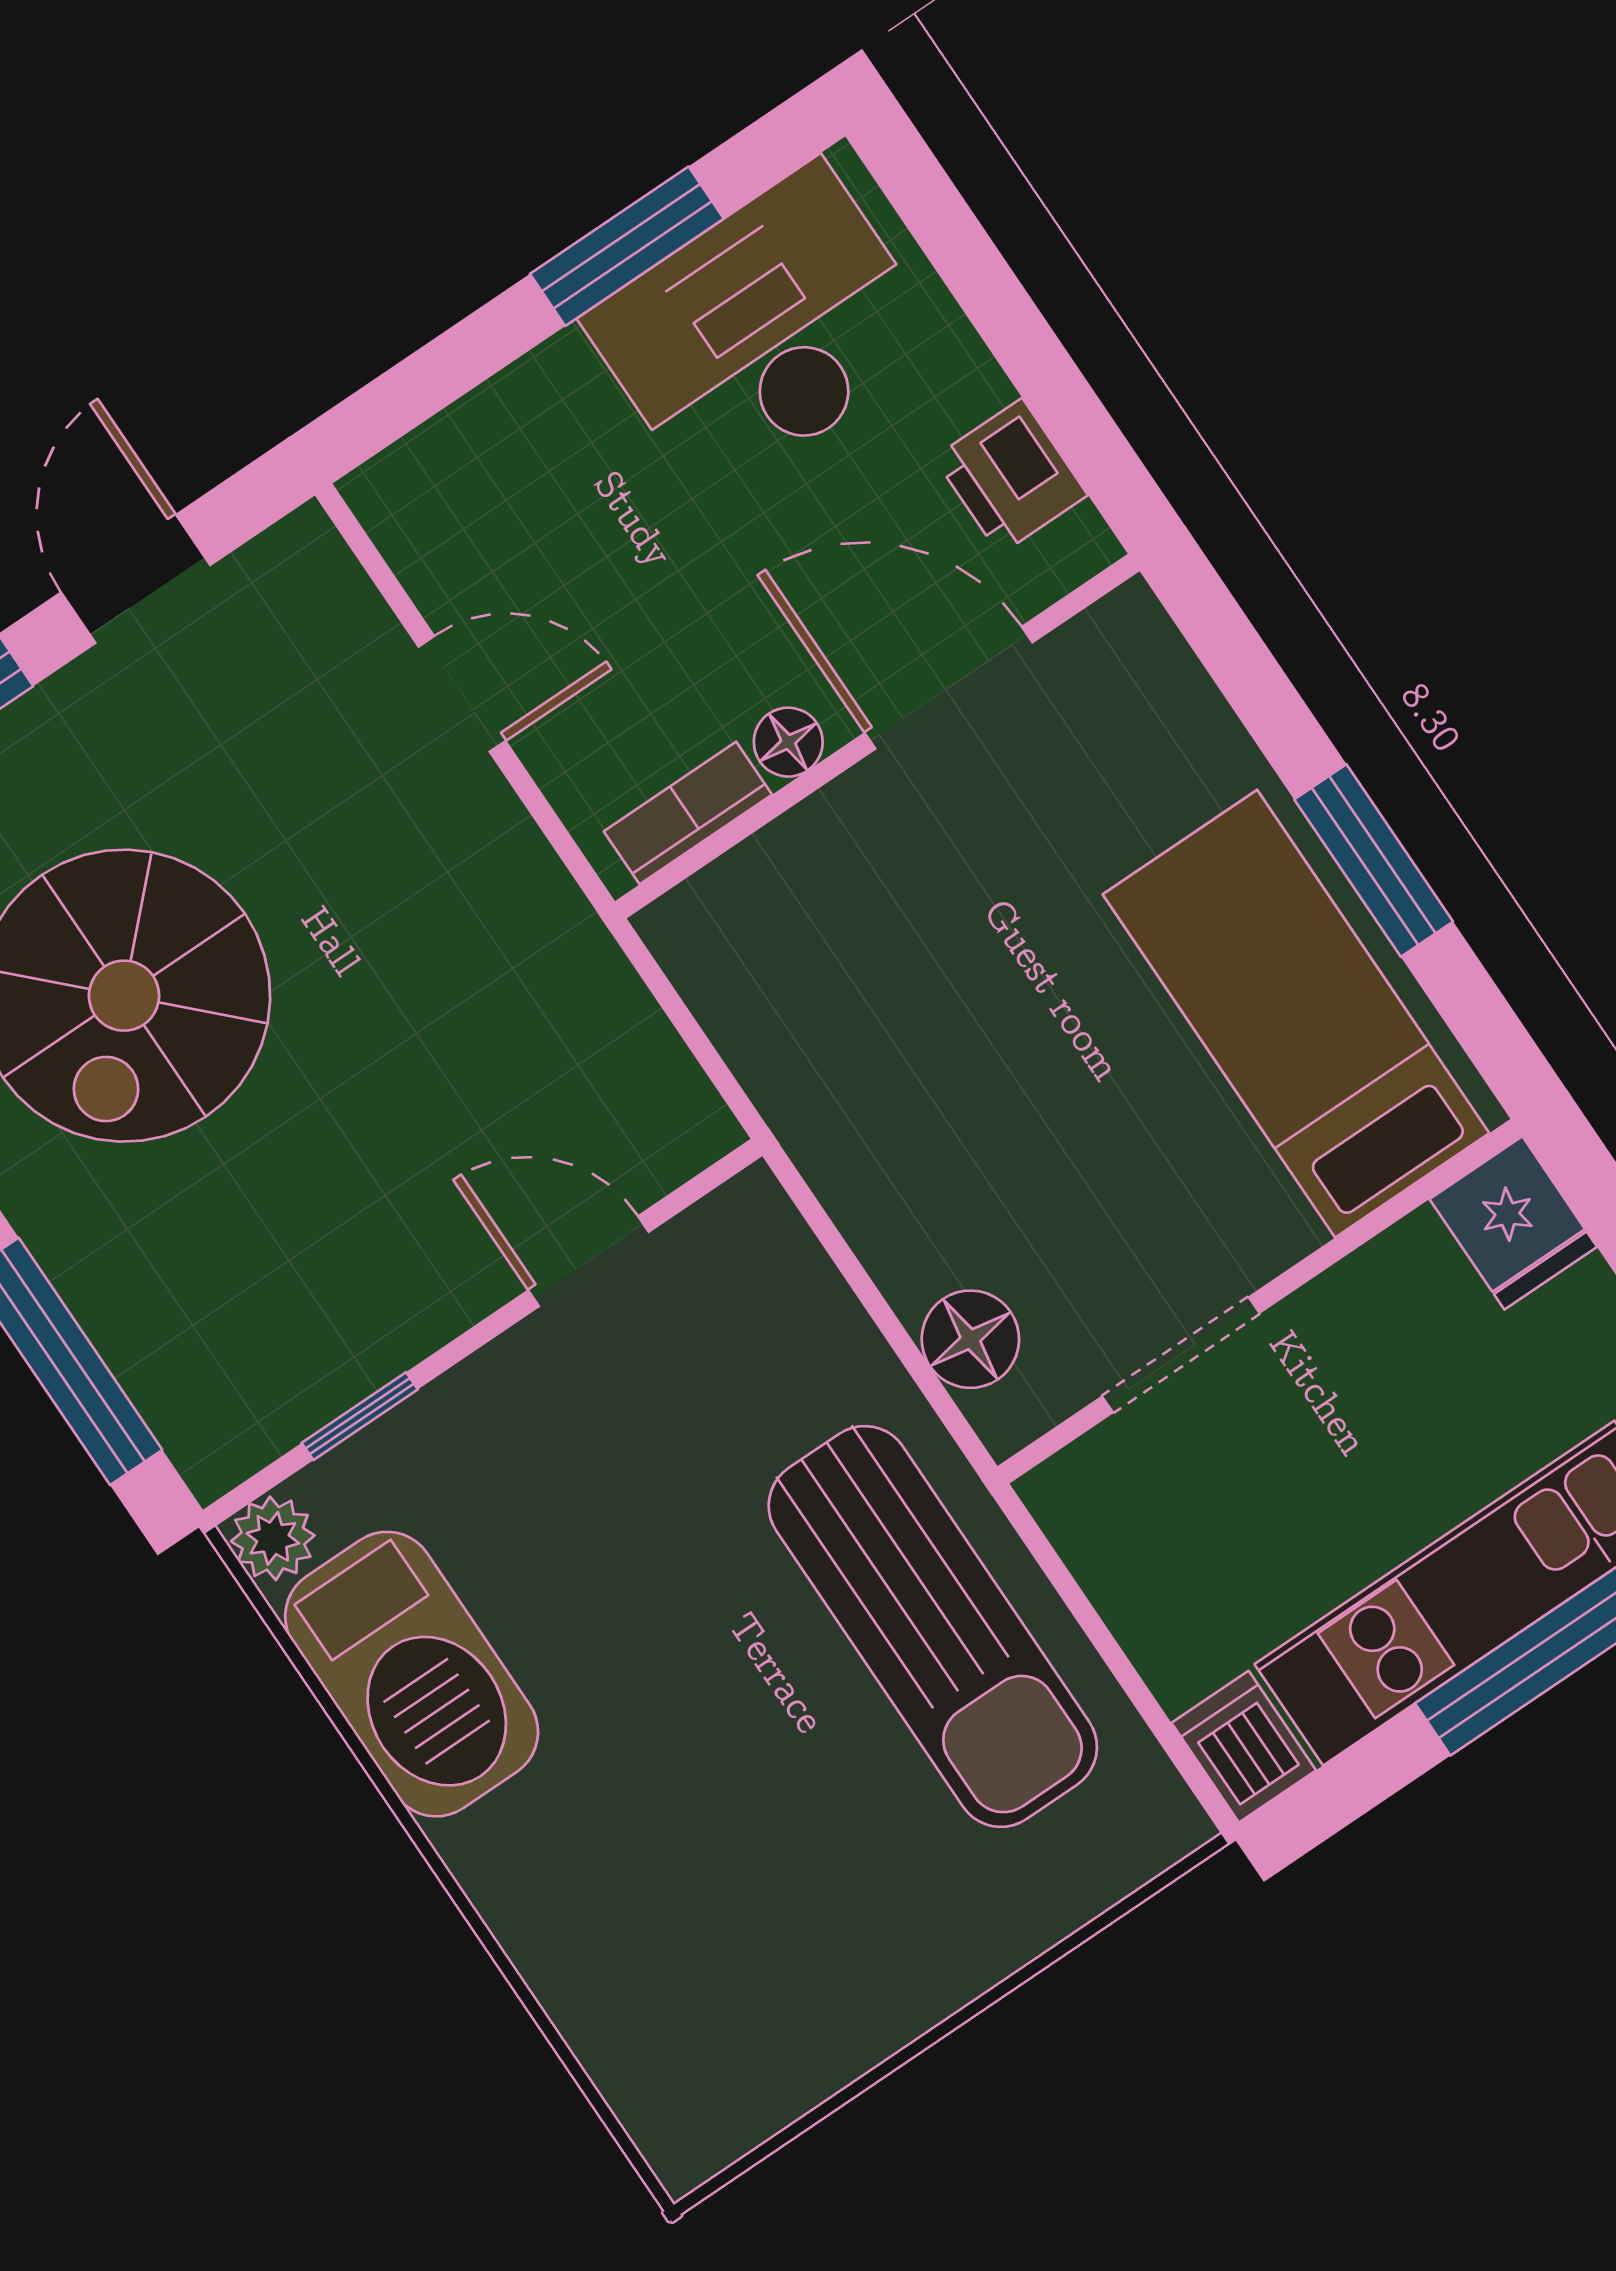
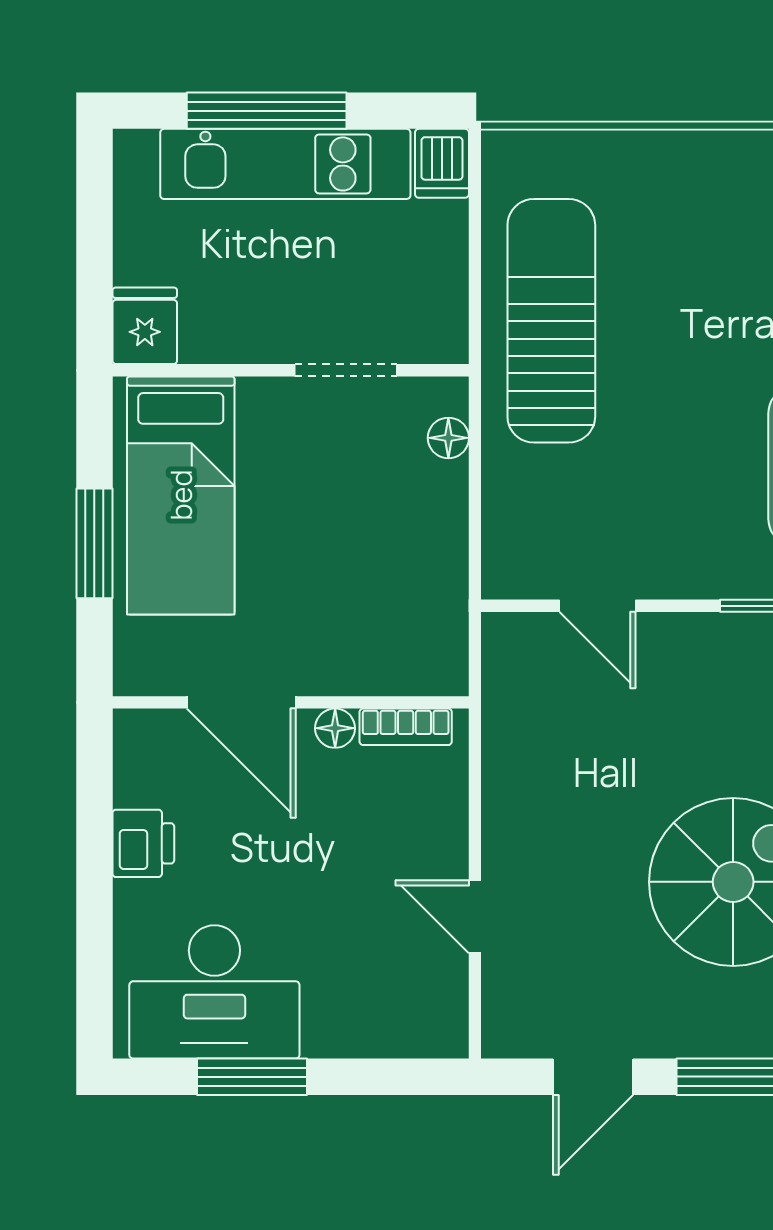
door: (949, 688) -> (241, 702), moved
wall: (877, 736) -> (291, 702), moved
floor lamp: (788, 742) -> (335, 728), moved
bookcase: (688, 813) -> (406, 727), moved
floor lamp: (970, 1339) -> (448, 438), width x0.73, depth x0.73

